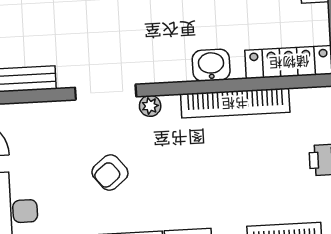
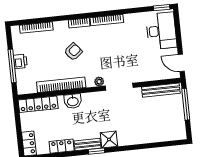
armchair: (110, 173) -> (73, 52), moved

